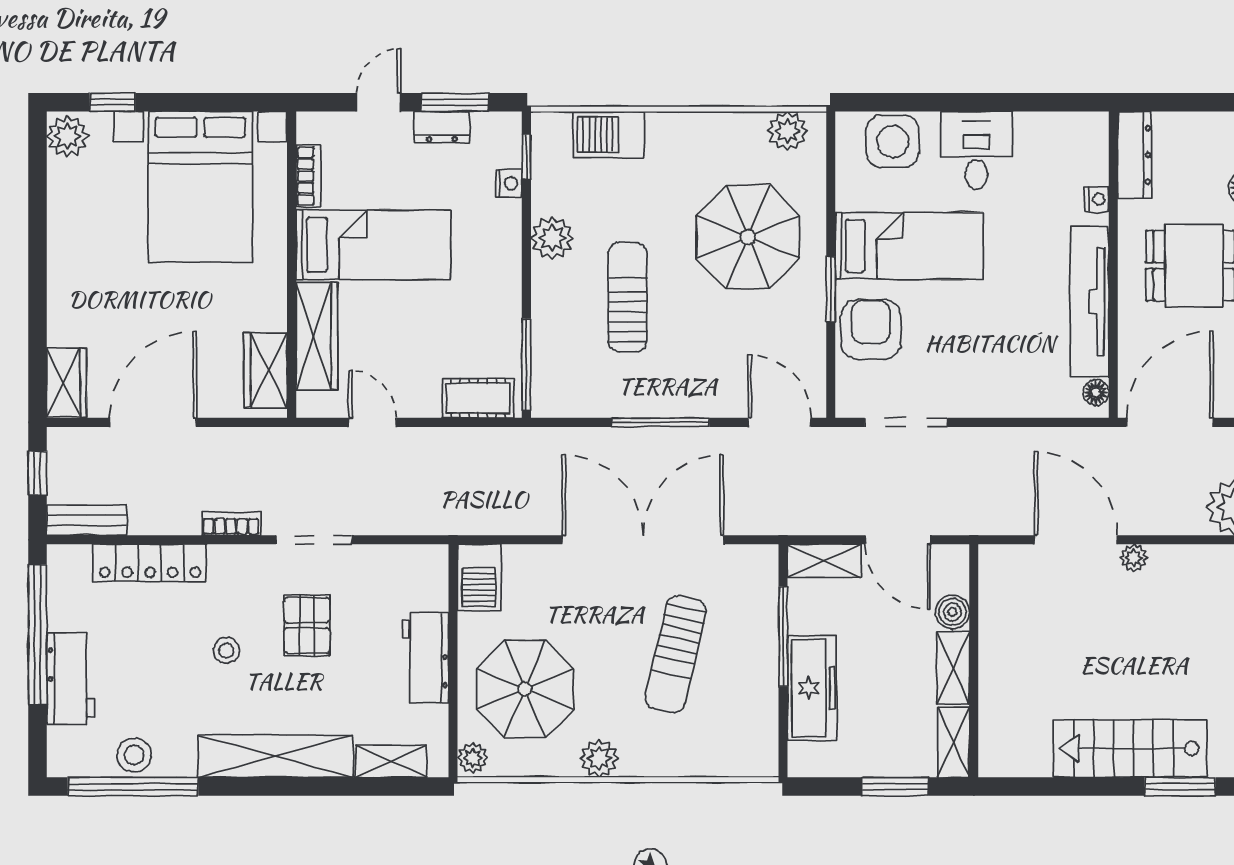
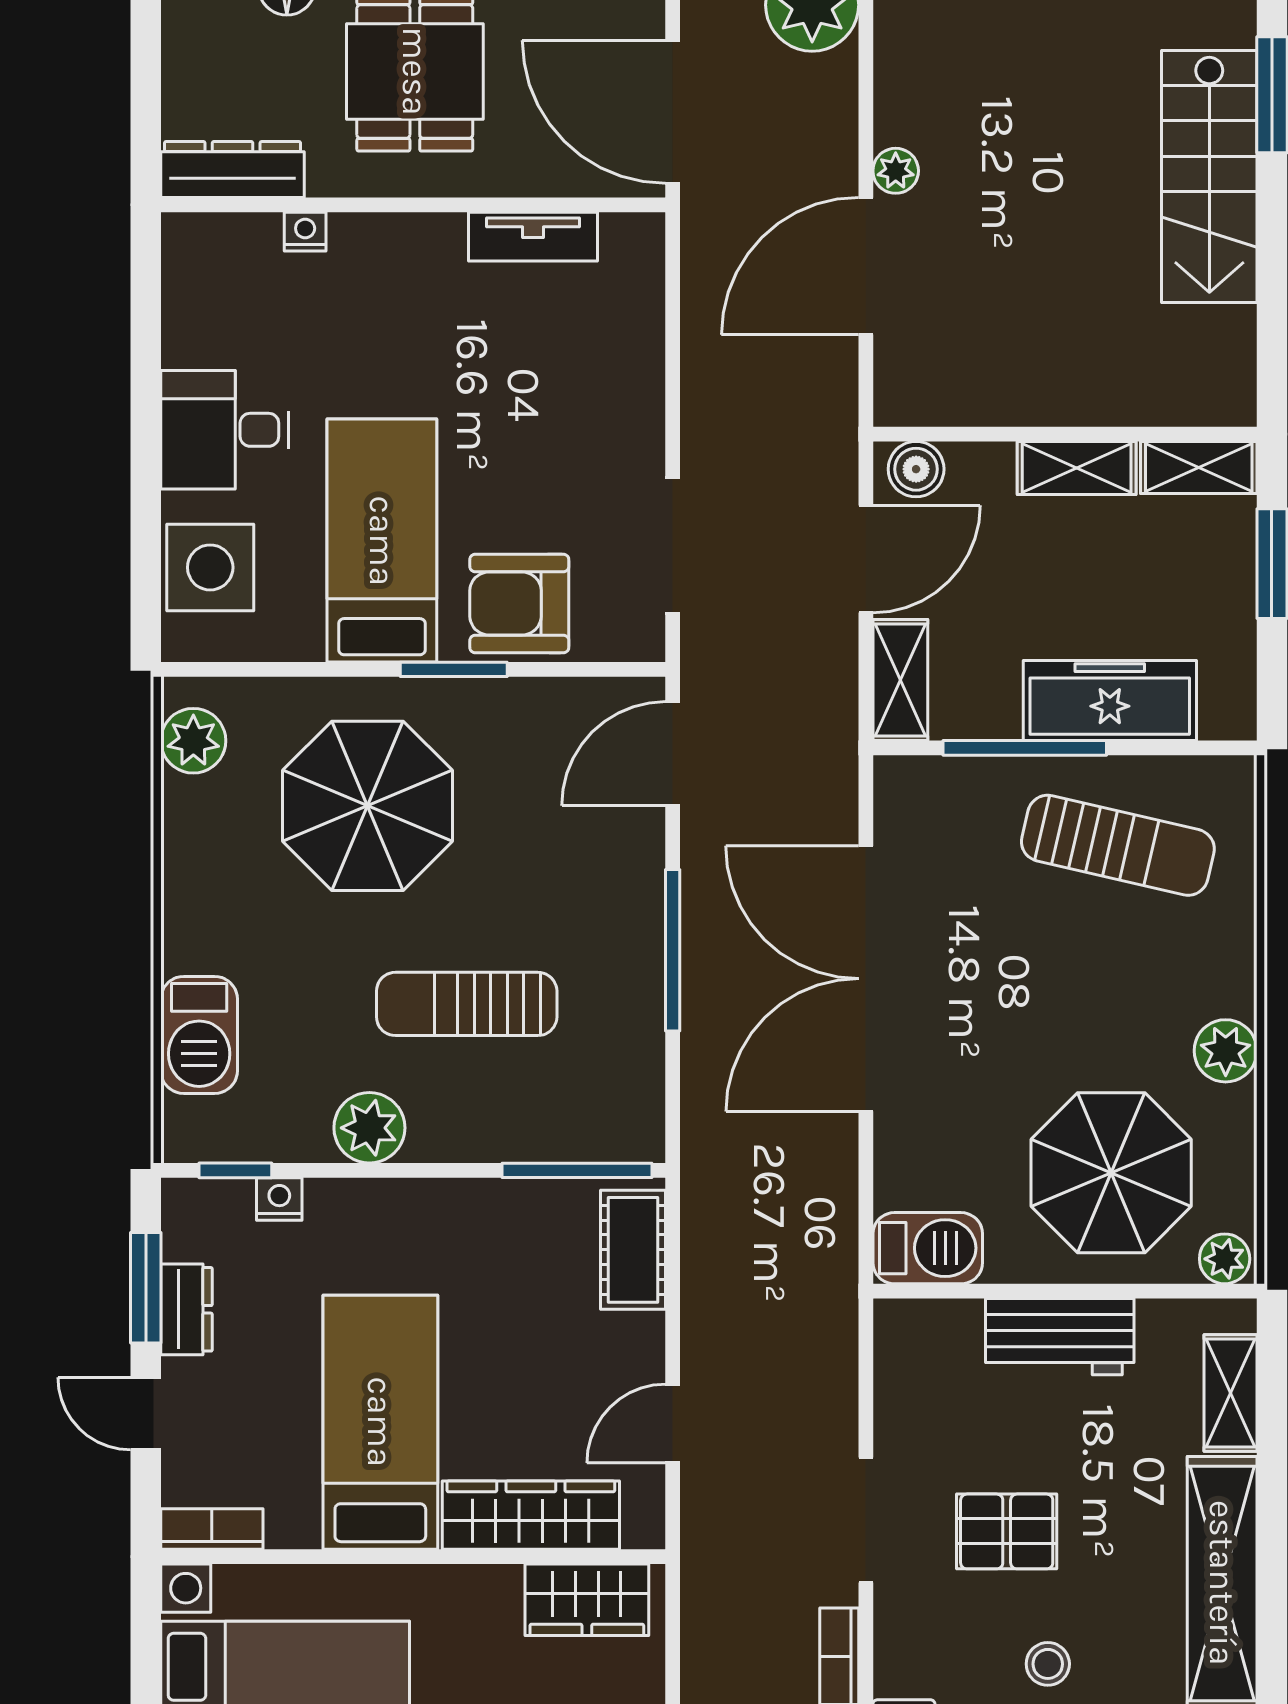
bookcase: (308, 176) -> (212, 1529), moved
tv unit: (1090, 302) -> (533, 237), width x0.52, depth x0.78
floor lamp: (1096, 392) -> (623, 233), removed
boiler: (953, 612) -> (916, 469), moved
sun lounger: (676, 654) -> (1118, 845), moved

